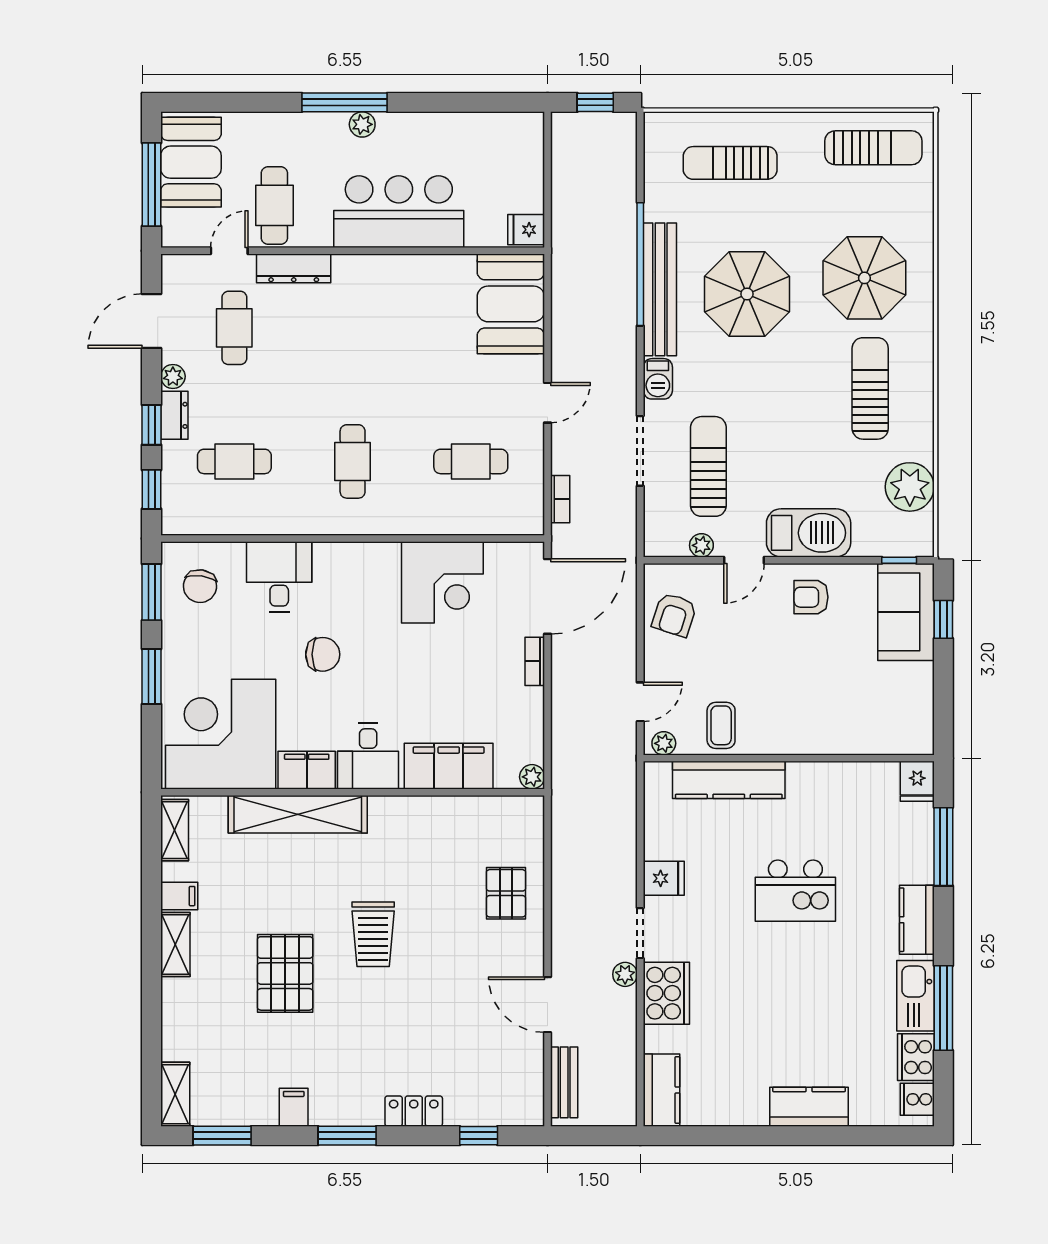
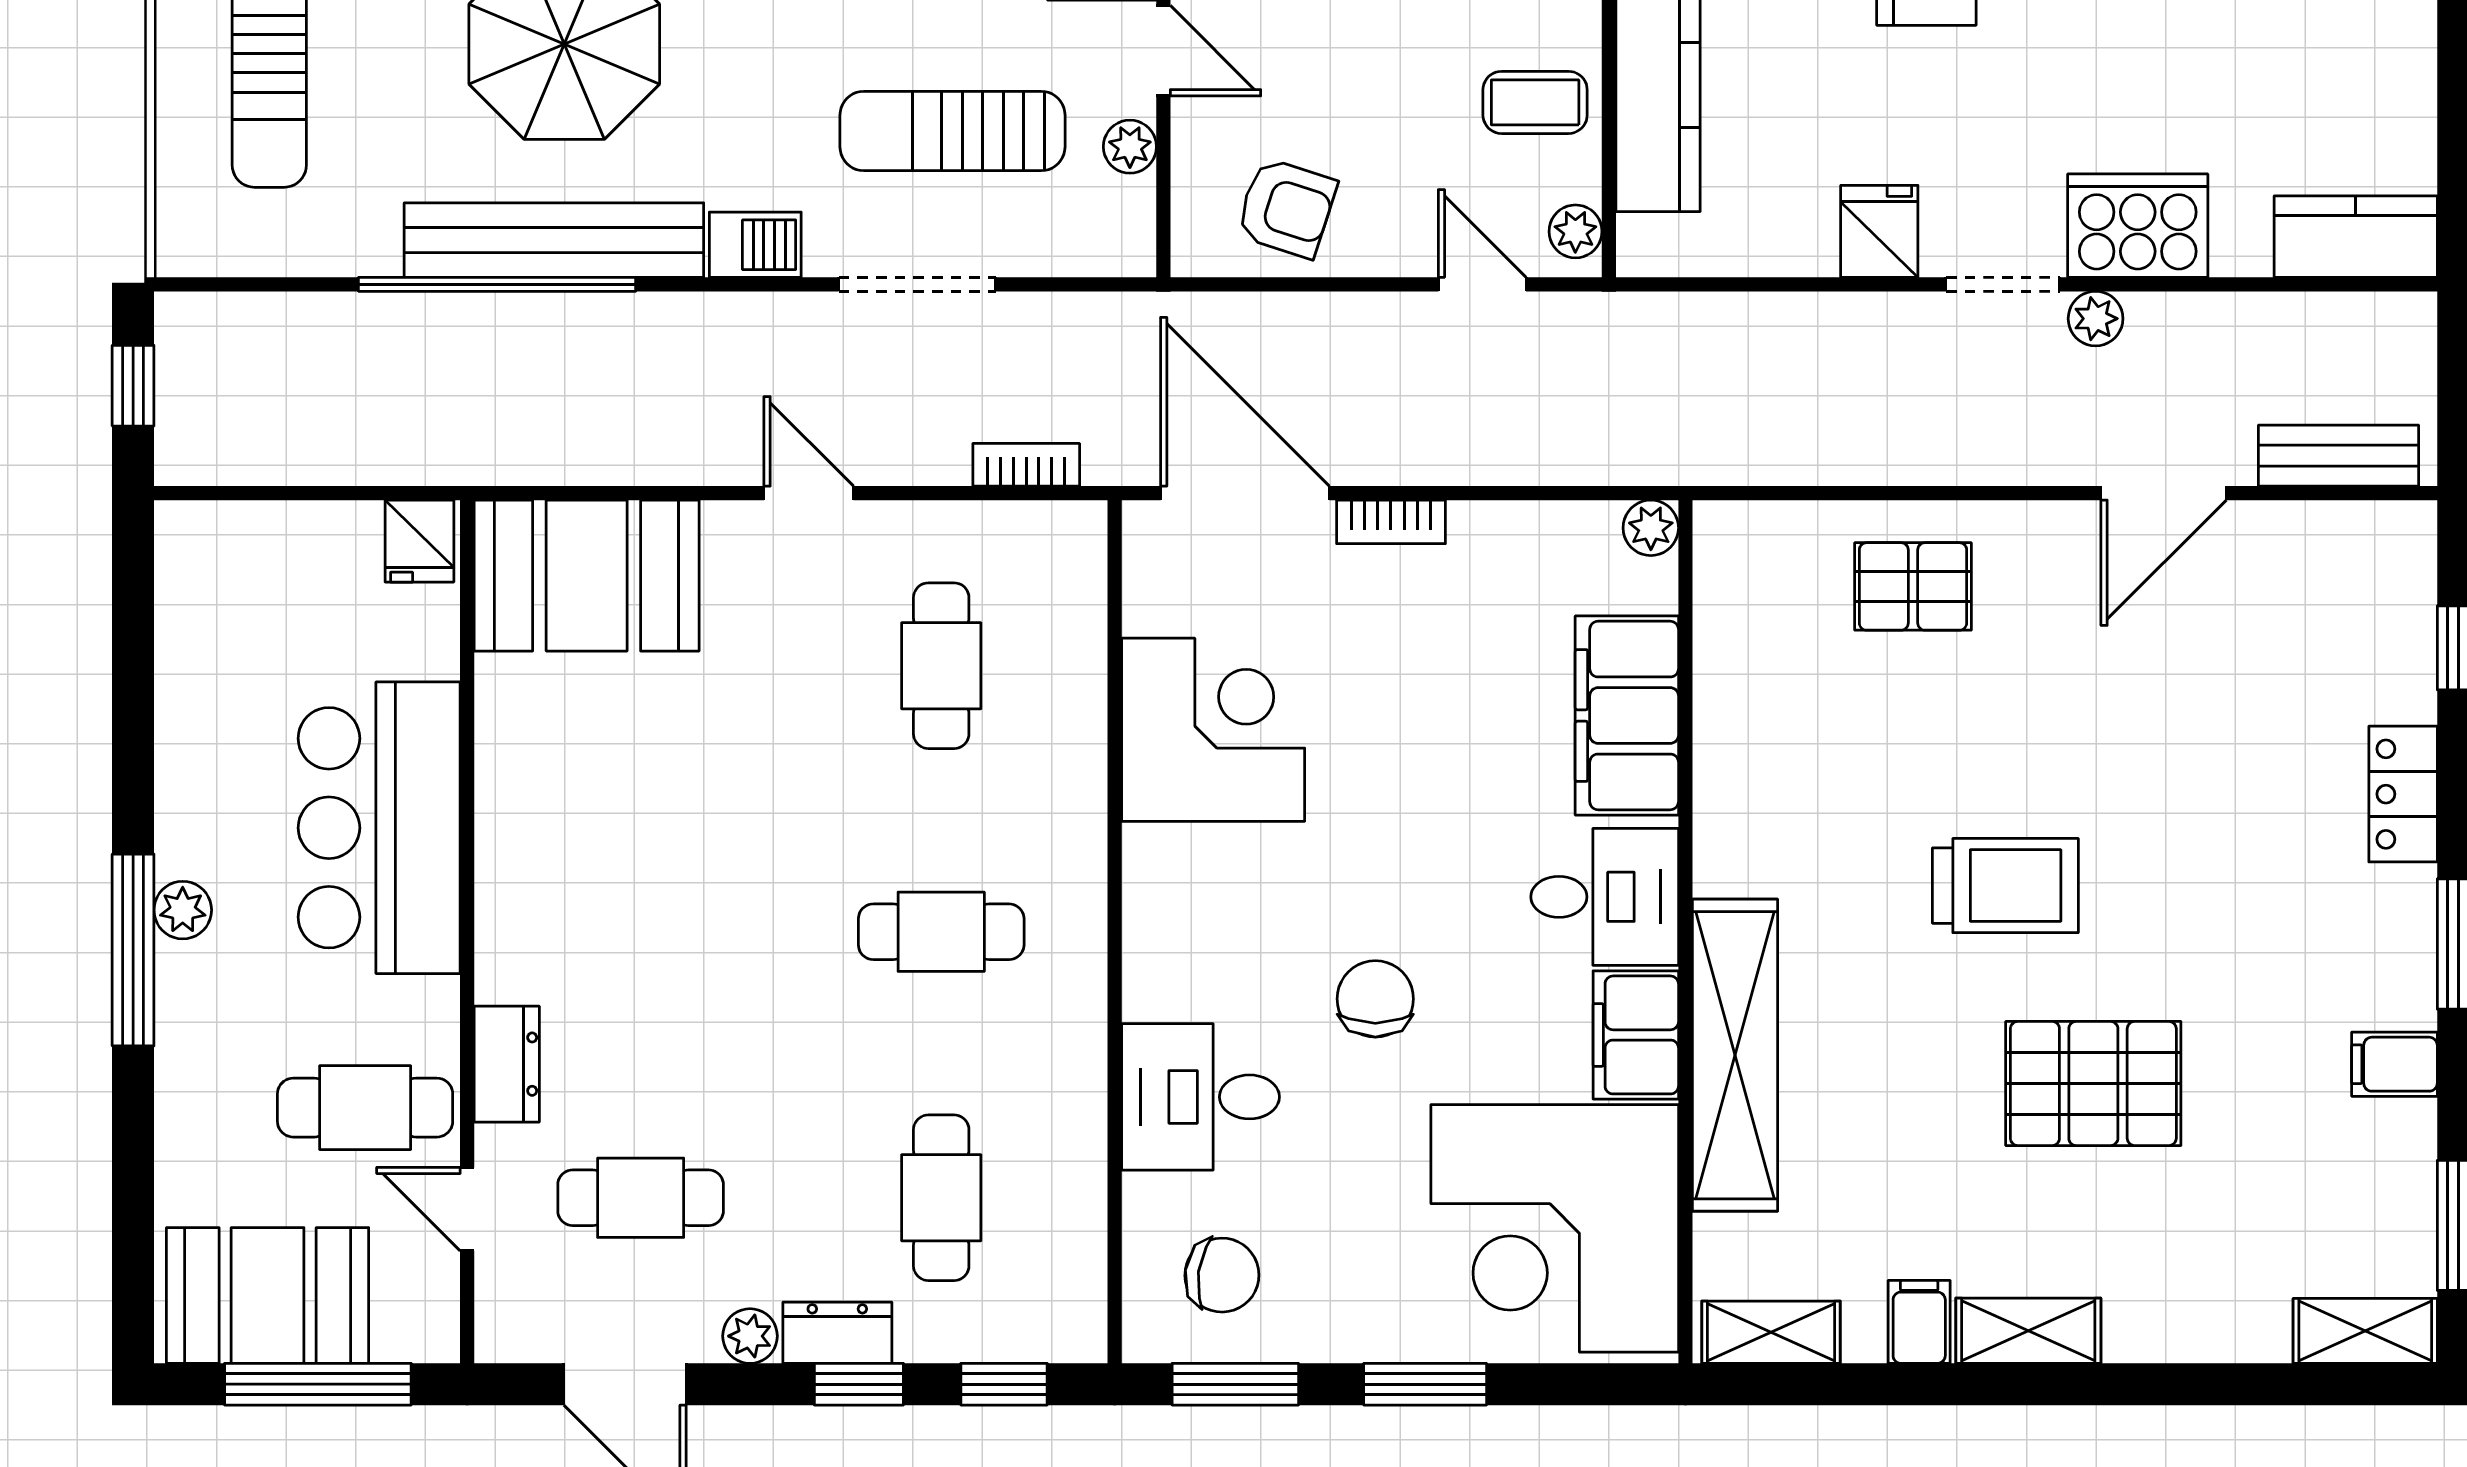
dresser: (294, 268) -> (507, 1064), width x0.70

